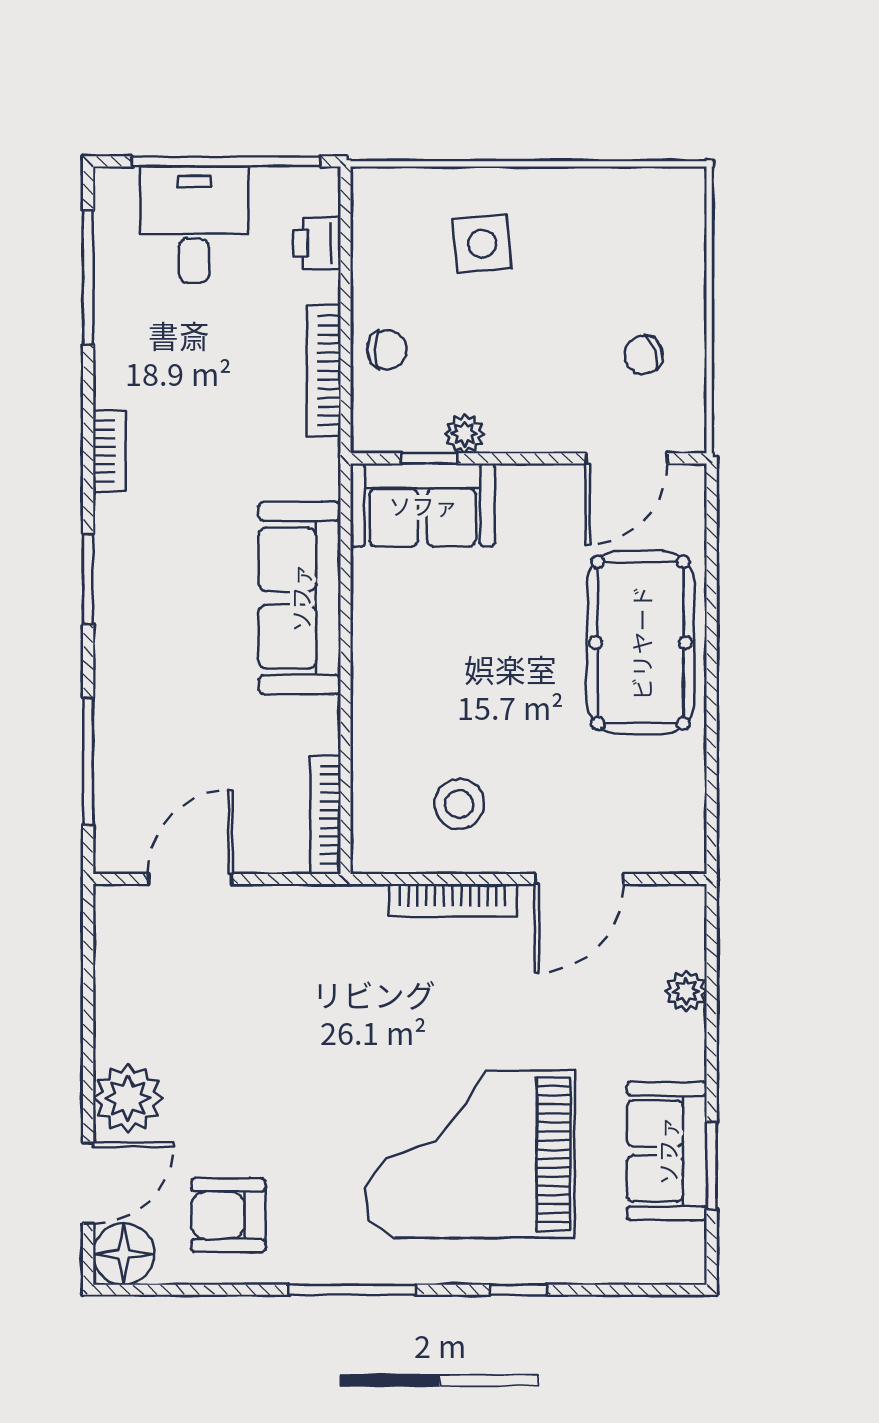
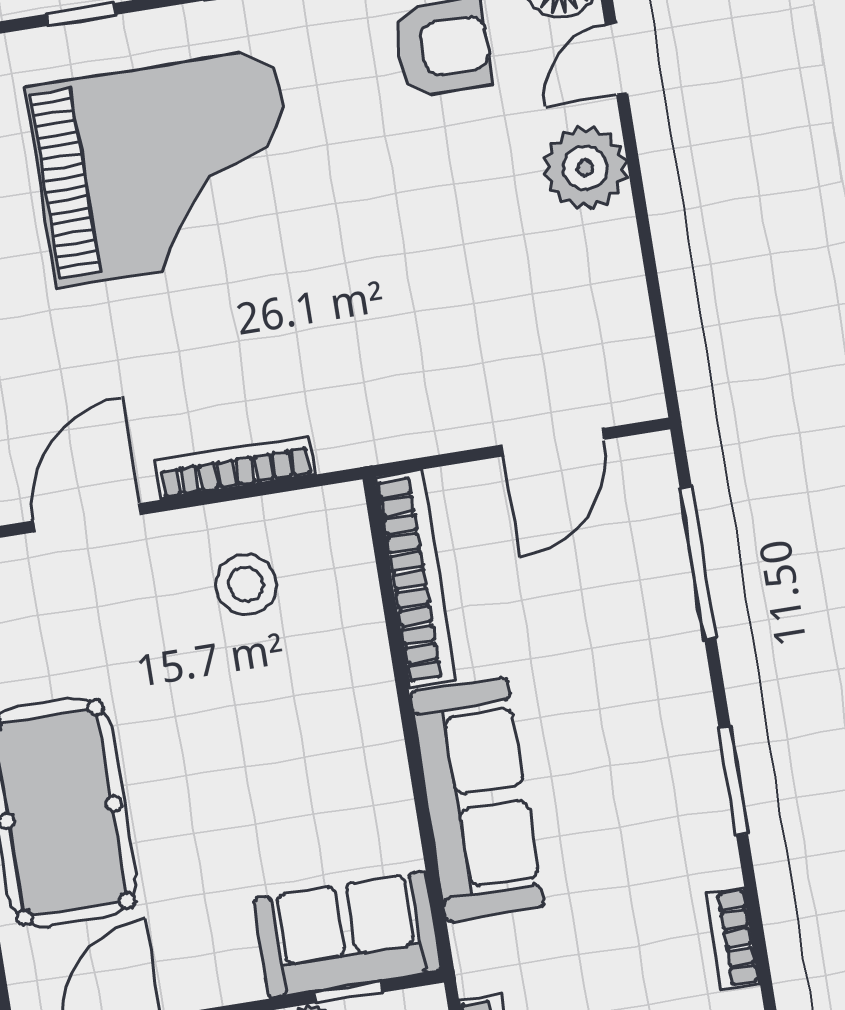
bookcase: (325, 815) -> (415, 579), width x1.48, depth x1.31
door: (88, 1183) -> (616, 59), width x0.73

